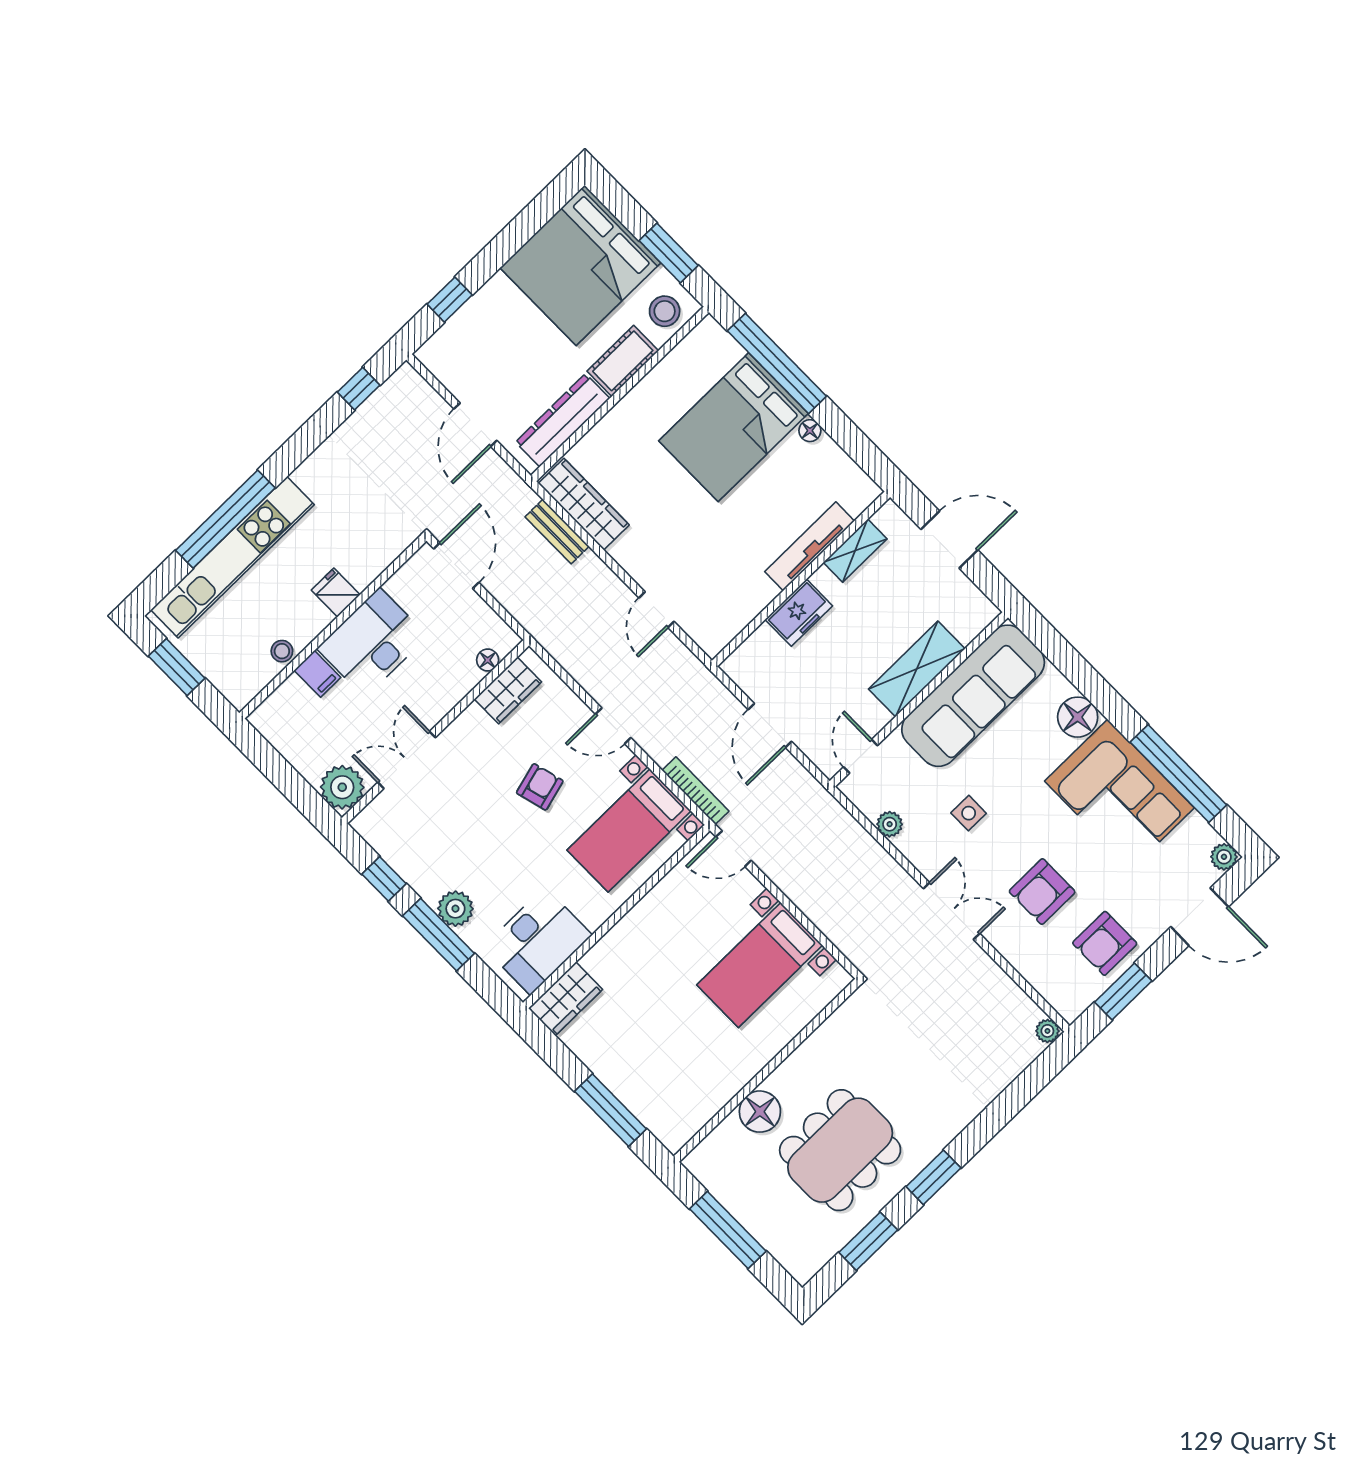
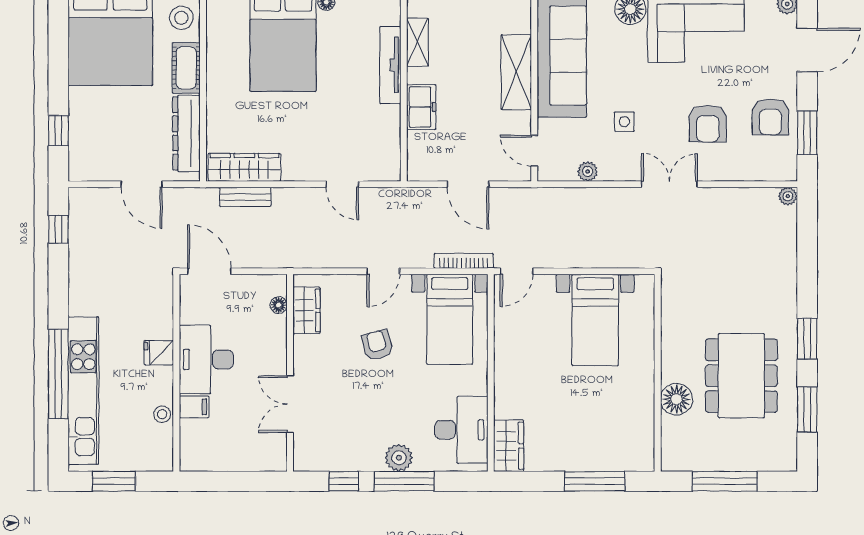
plant: (342, 787) -> (270, 455), removed

